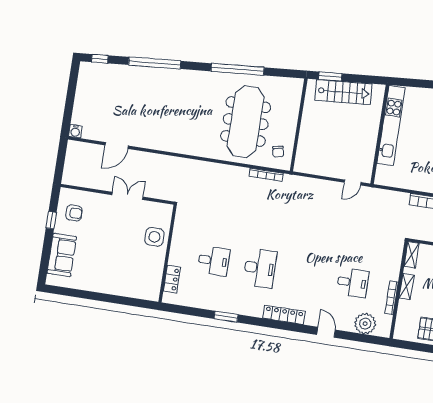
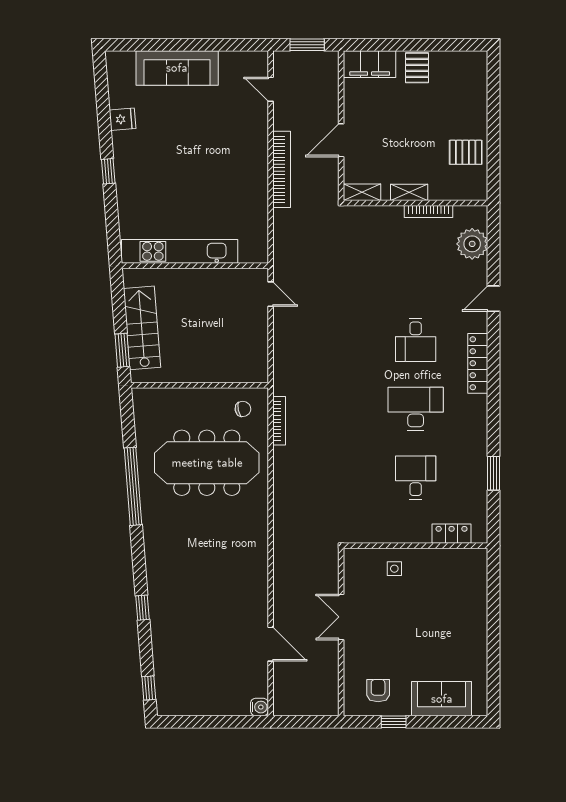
window: (155, 63) -> (142, 608), width x0.32
side table: (154, 237) -> (394, 569), width x0.54, depth x0.54
desk: (353, 283) -> (416, 340), moved, turned 180
window: (226, 317) -> (494, 473), moved

